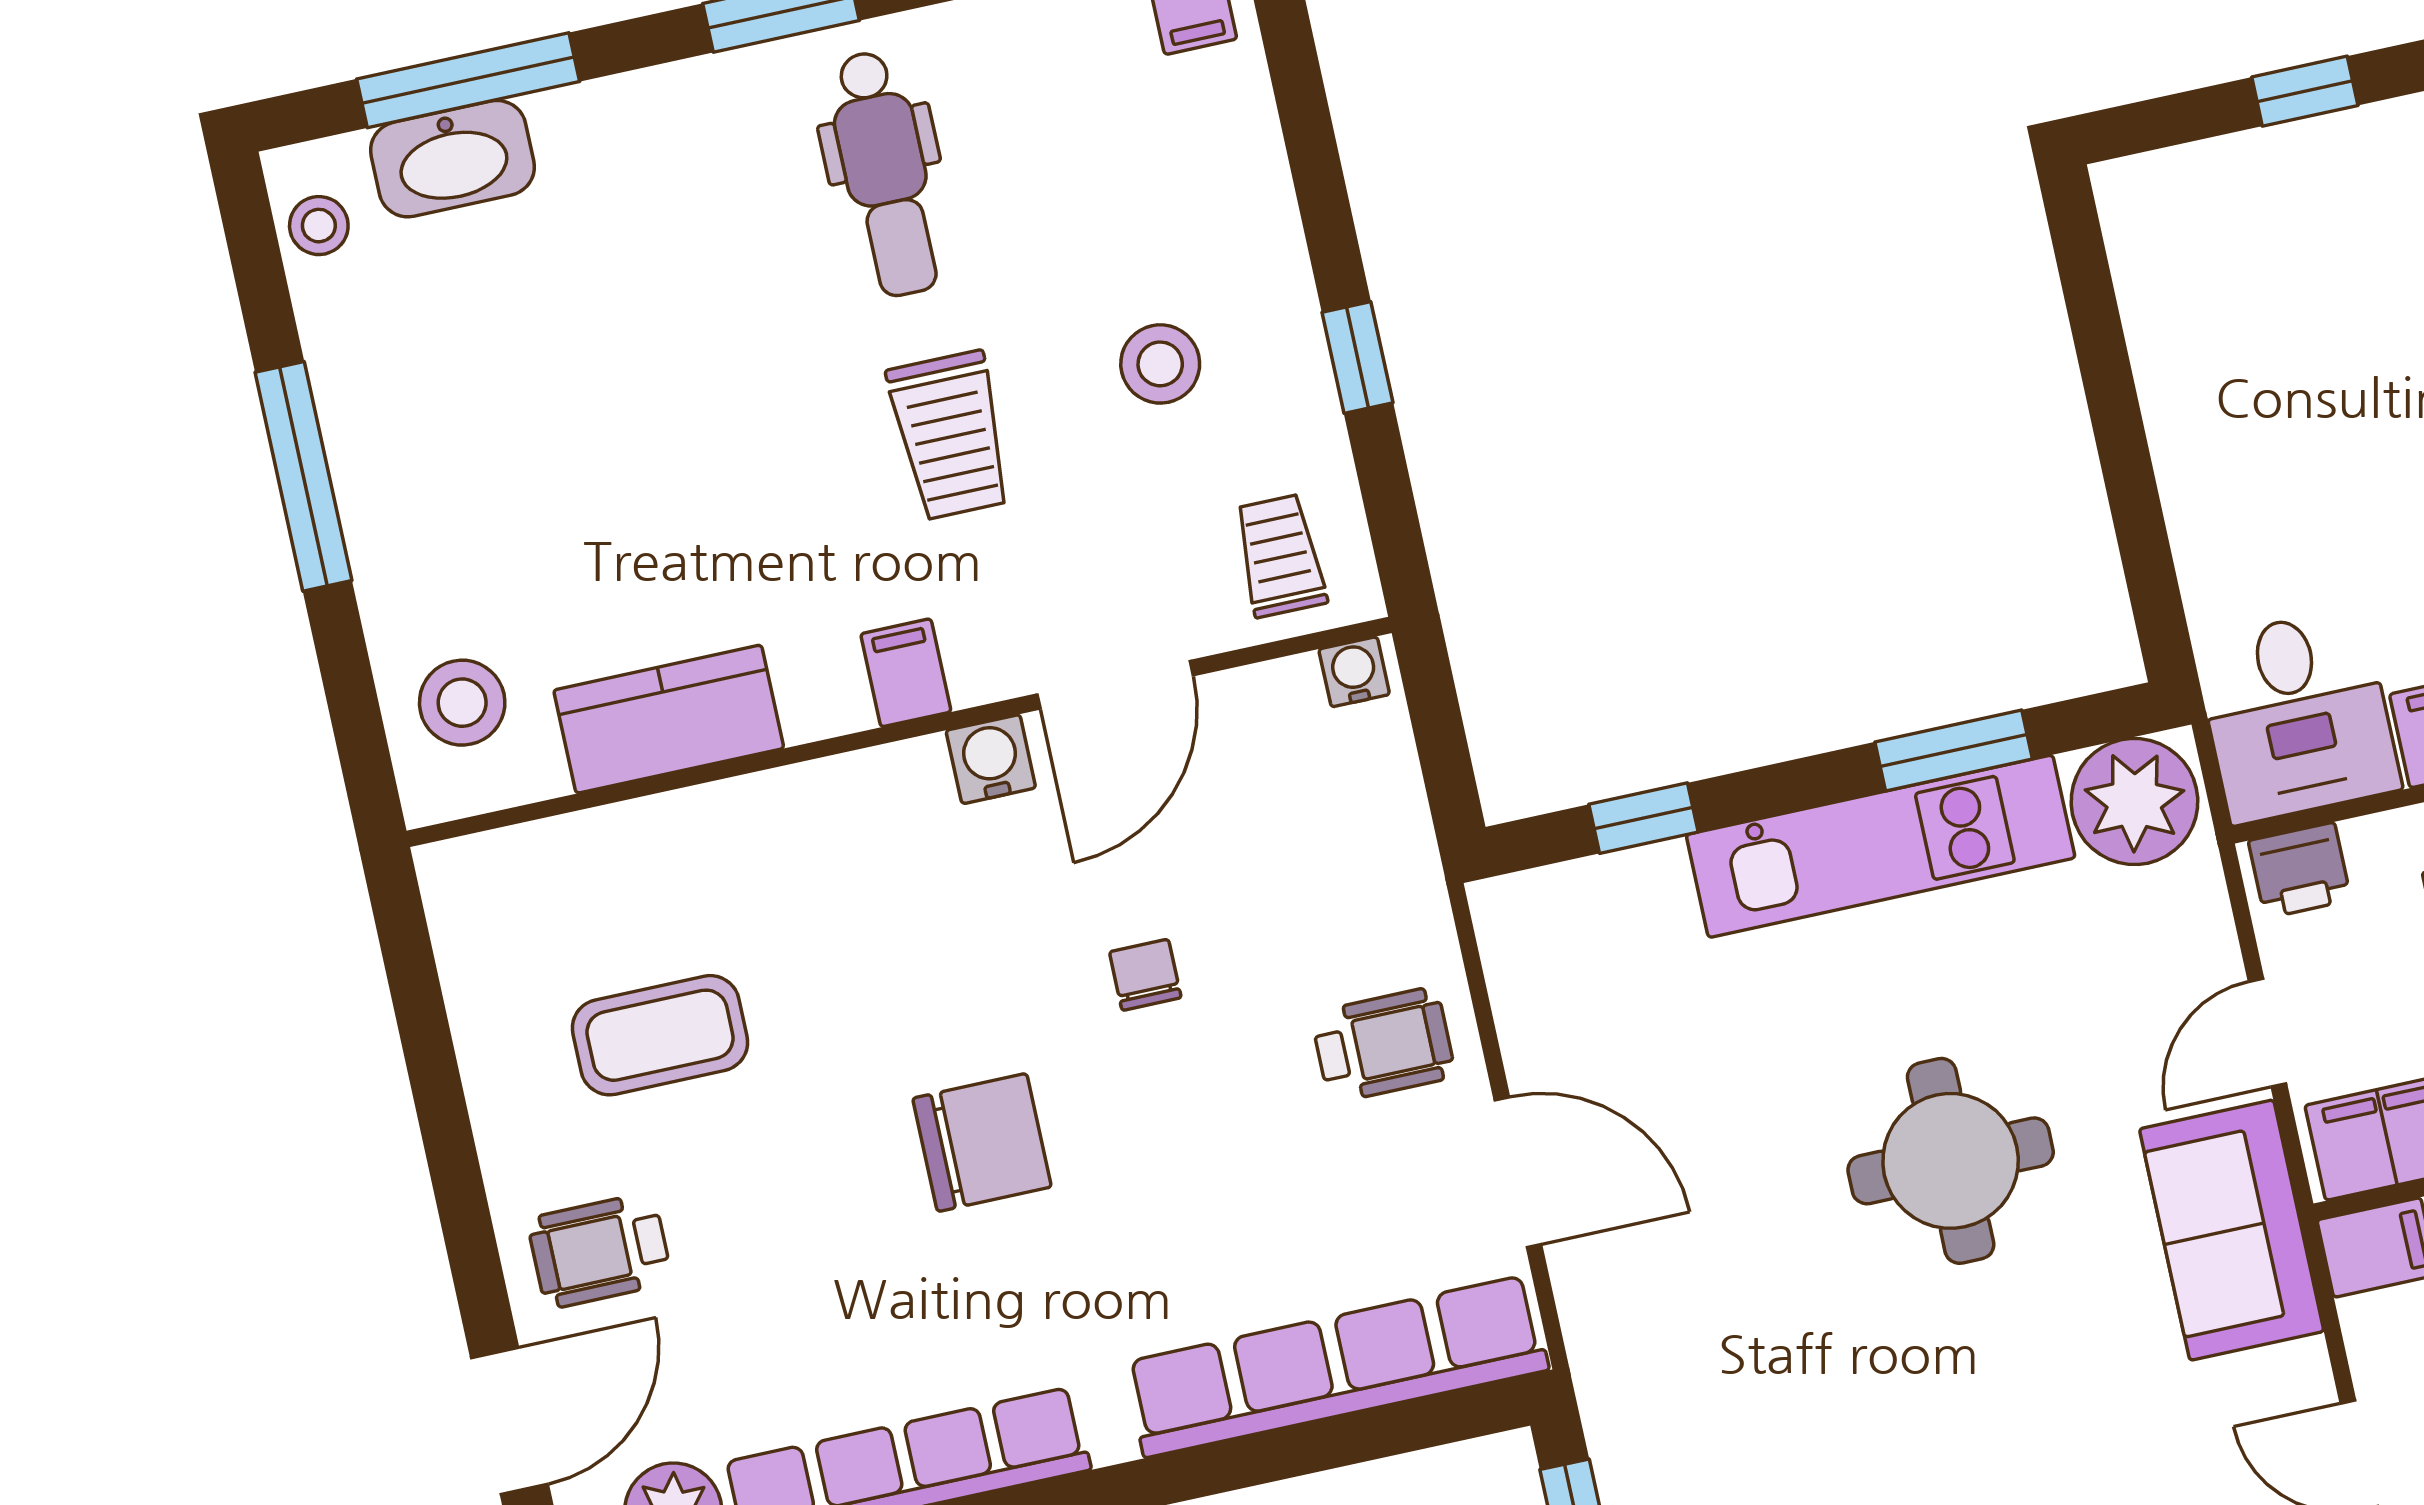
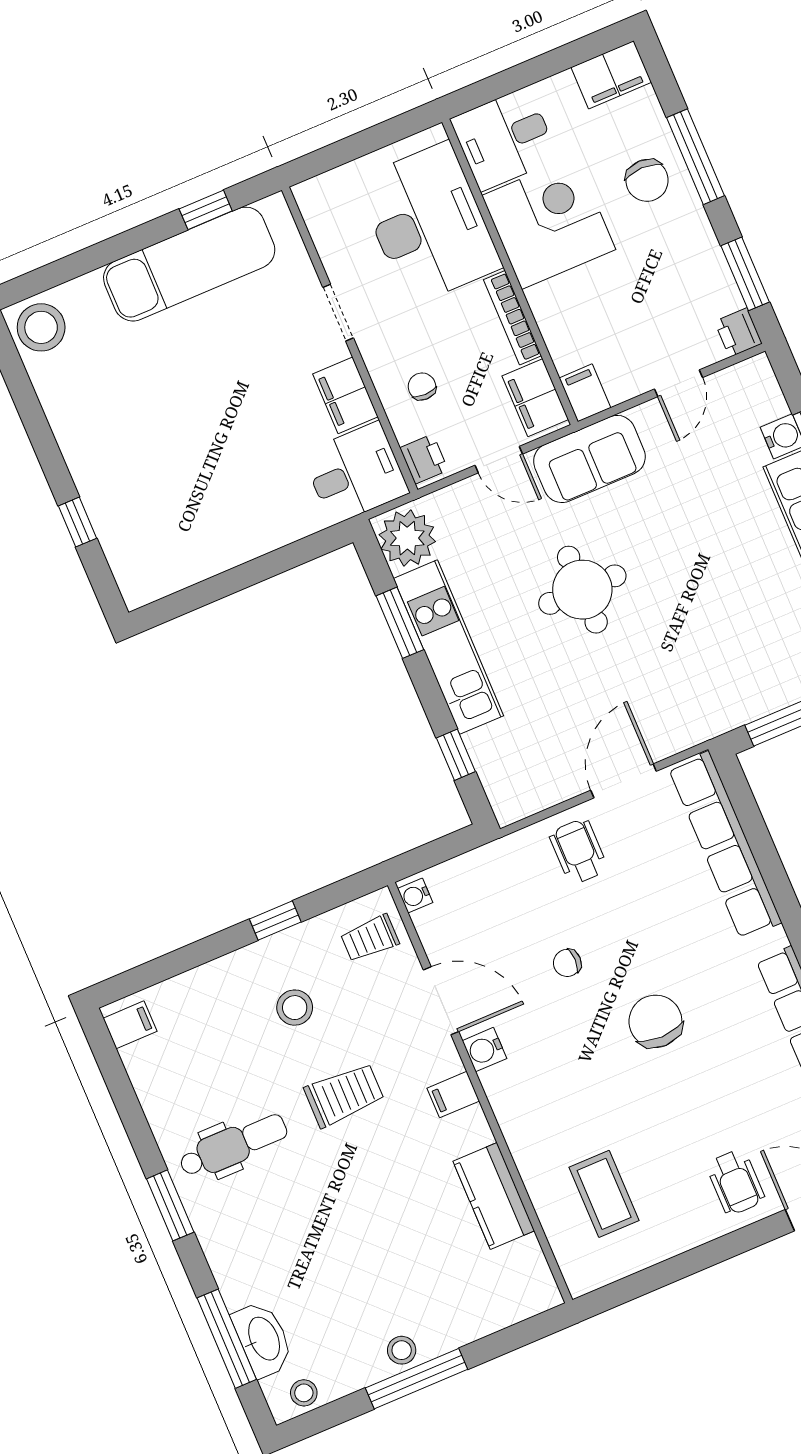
stool: (462, 703) -> (402, 1350), moved, width x0.73, depth x0.73
coffee table: (660, 1035) -> (604, 1194), moved

